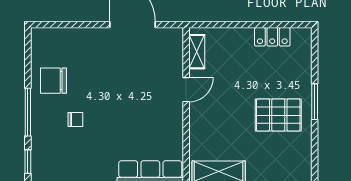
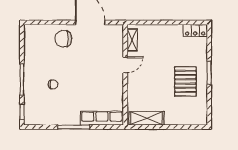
locker: (272, 37) -> (195, 30), moved
chair: (53, 81) -> (63, 39), moved
pallet: (278, 115) -> (185, 81), turned 90

